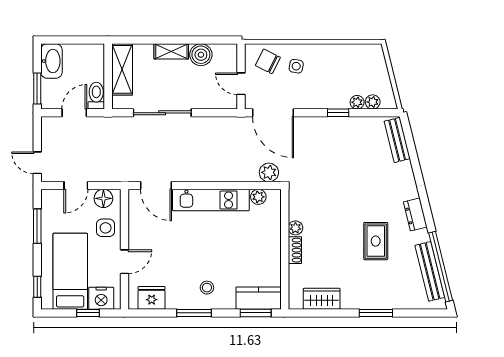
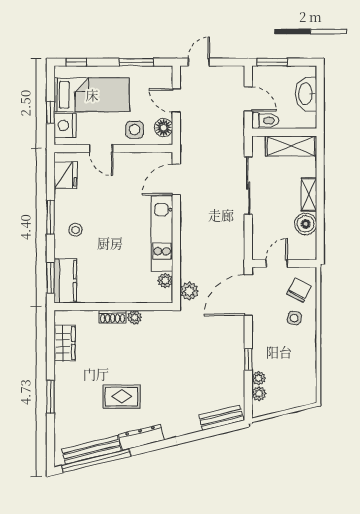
washbasin: (51, 61) -> (306, 94), moved, turned 90
dresser: (415, 214) -> (141, 437), width x1.44

